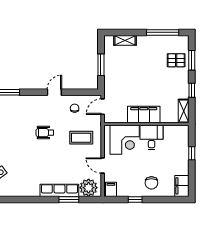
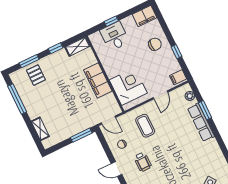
window: (101, 65) -> (81, 135), moved
wheelchair: (45, 133) -> (143, 162), moved
desk: (152, 137) -> (115, 36), moved, turned 90
plant: (89, 188) -> (190, 96), width x0.53, depth x0.53

